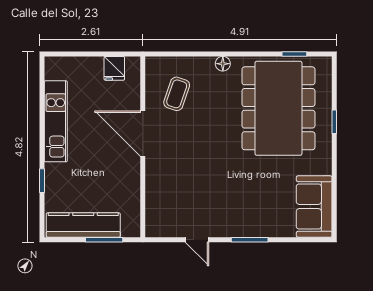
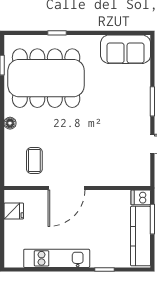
coffee table: (177, 94) -> (34, 161), turned 71
dishwasher: (131, 225) -> (141, 197), added

